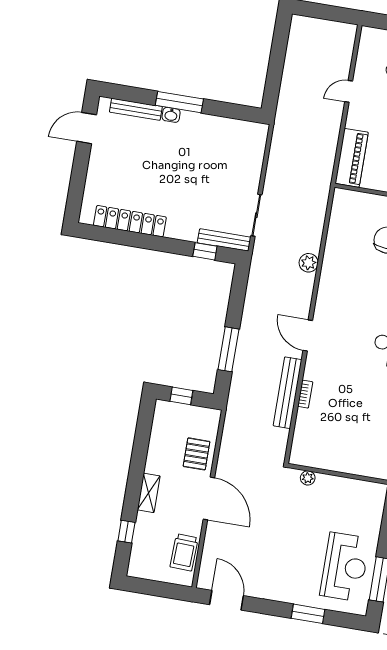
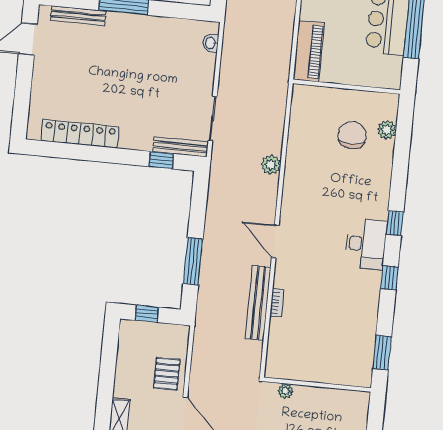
washbasin: (171, 115) -> (211, 43), moved, turned 90

